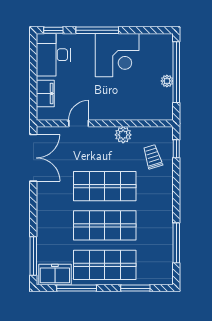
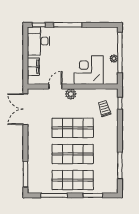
corner desk: (117, 55) -> (89, 70), moved, turned 180
plant: (123, 135) -> (71, 94), moved
double door: (33, 158) -> (25, 109), swing flipped
freezer: (55, 275) -> (40, 186), removed

